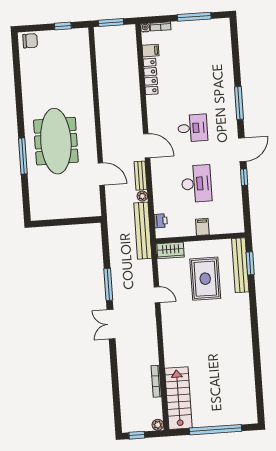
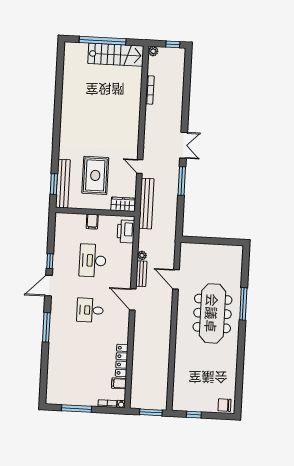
printer: (161, 221) -> (126, 231), width x1.87, depth x1.48
bench: (143, 231) -> (146, 204), moved
stairs: (178, 398) -> (116, 55), moved, turned -90

